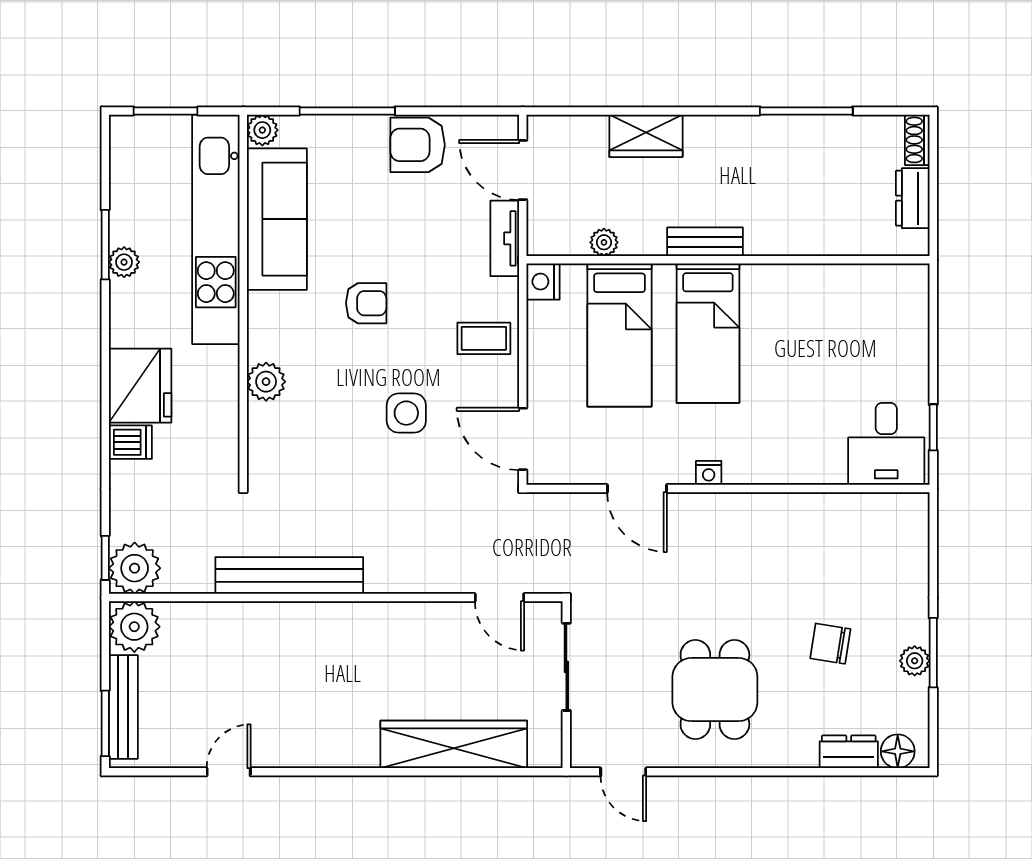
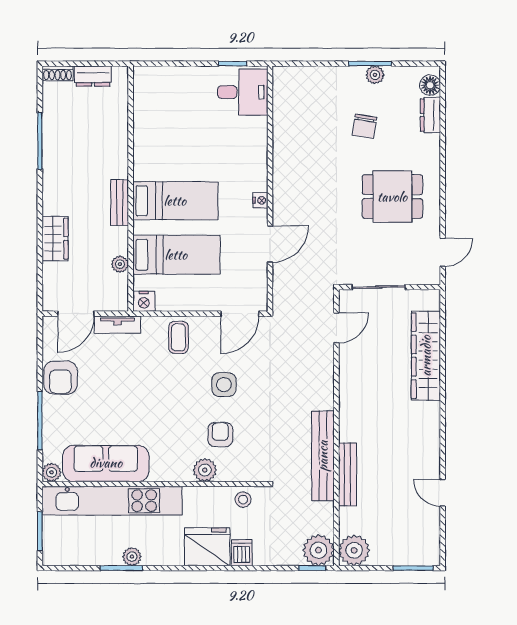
armchair: (366, 303) -> (220, 435), moved
stool: (217, 444) -> (243, 500), added
bench: (123, 707) -> (347, 475), moved, turned 90

